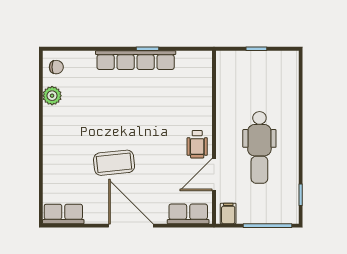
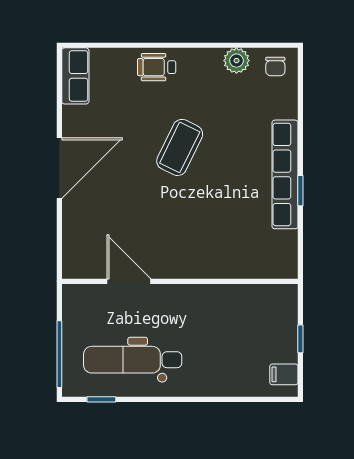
wheelchair: (197, 144) -> (157, 67), moved
dental chair: (259, 147) -> (133, 360), moved
coffee table: (114, 163) -> (180, 147), moved, turned 32
filing cabinet: (228, 213) -> (284, 374), moved, turned 180
row of seats: (188, 214) -> (75, 246), removed

